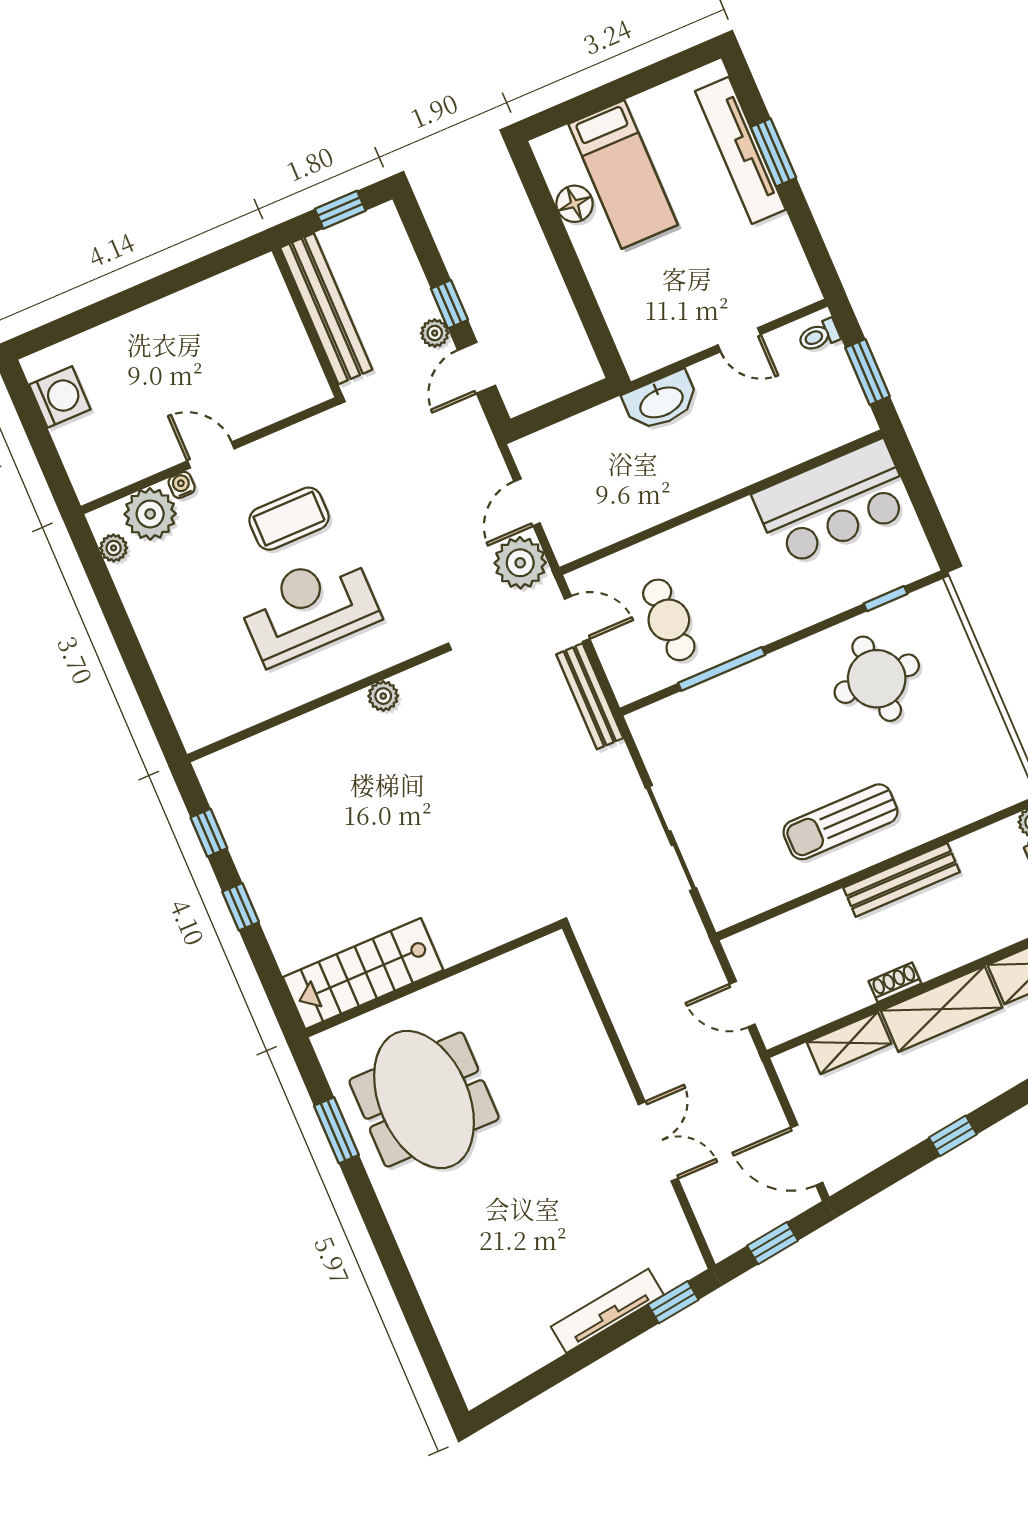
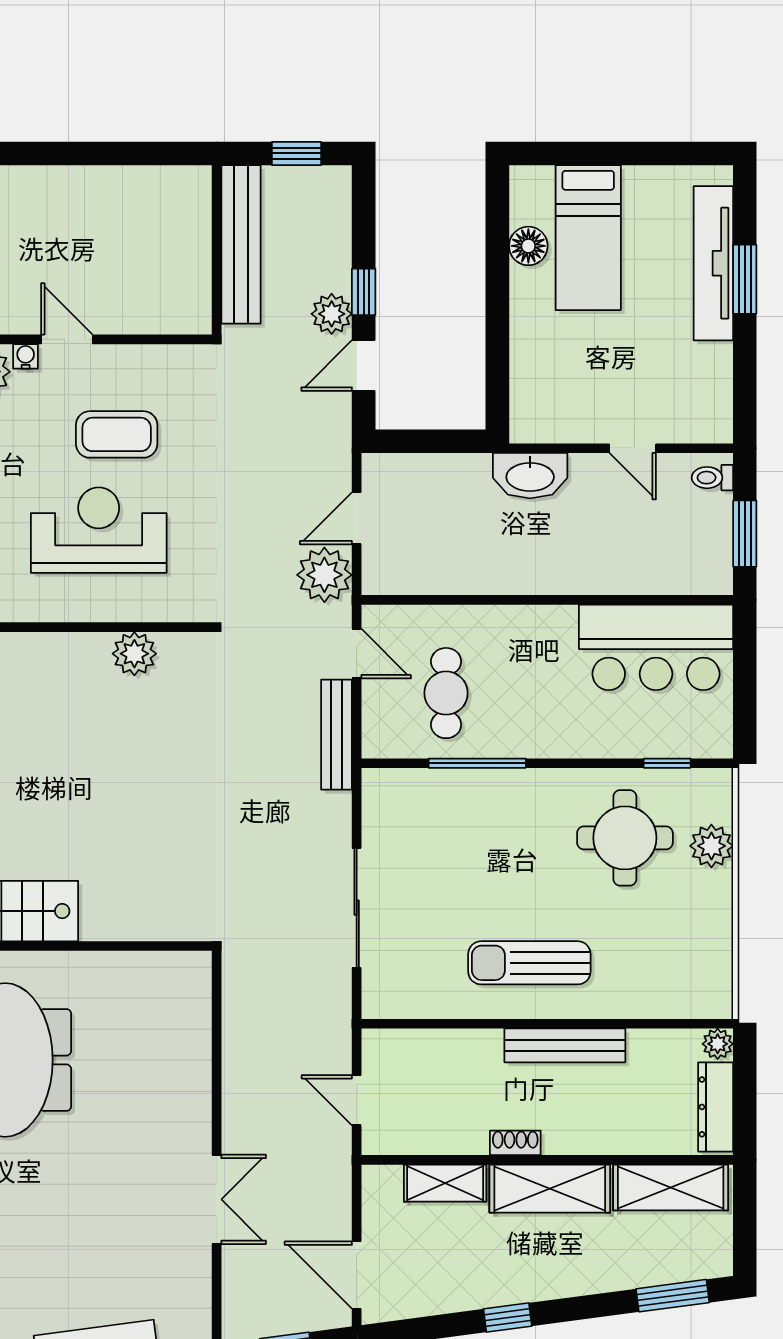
plant: (435, 333) -> (332, 314), width x1.38, depth x1.38
plant: (954, 654) -> (711, 846), added
plant: (383, 696) -> (134, 654), width x1.38, depth x1.38

